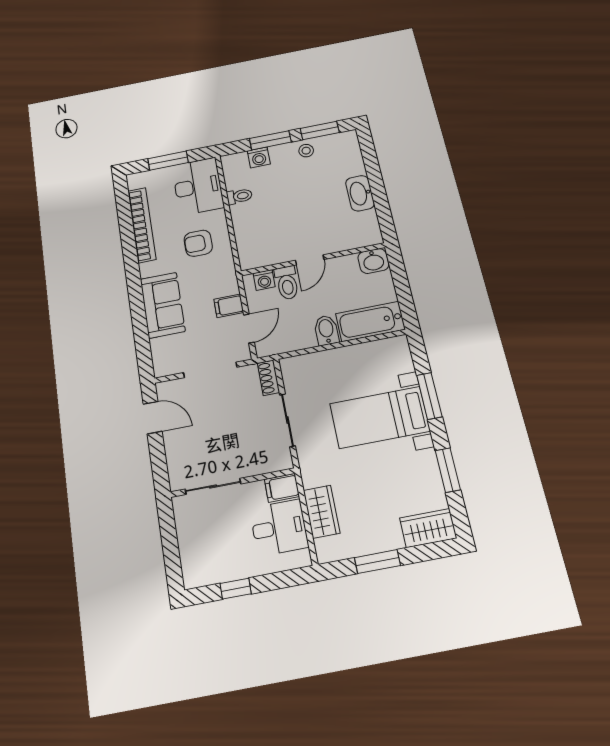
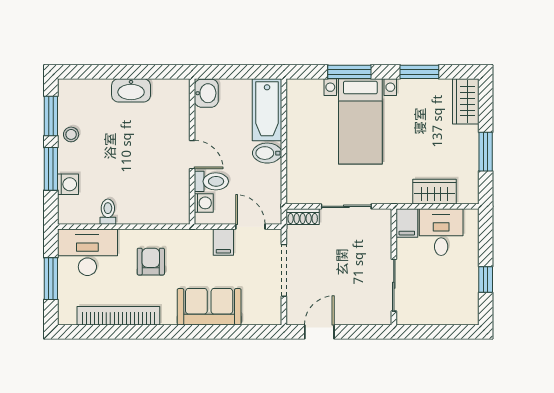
armchair: (198, 243) -> (151, 262), turned 180

